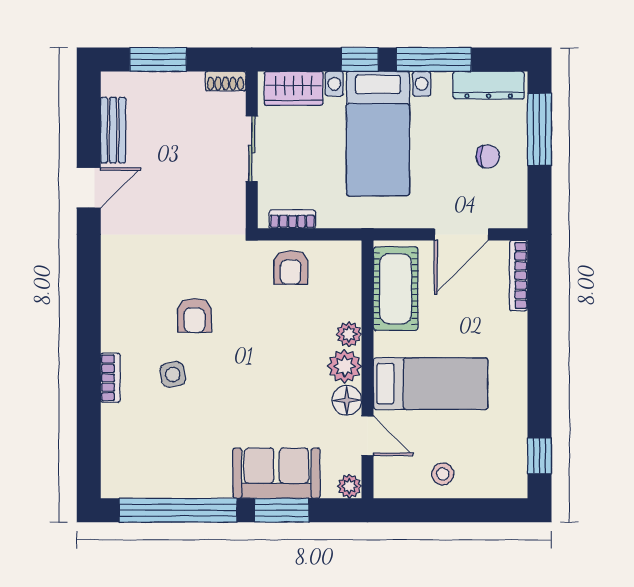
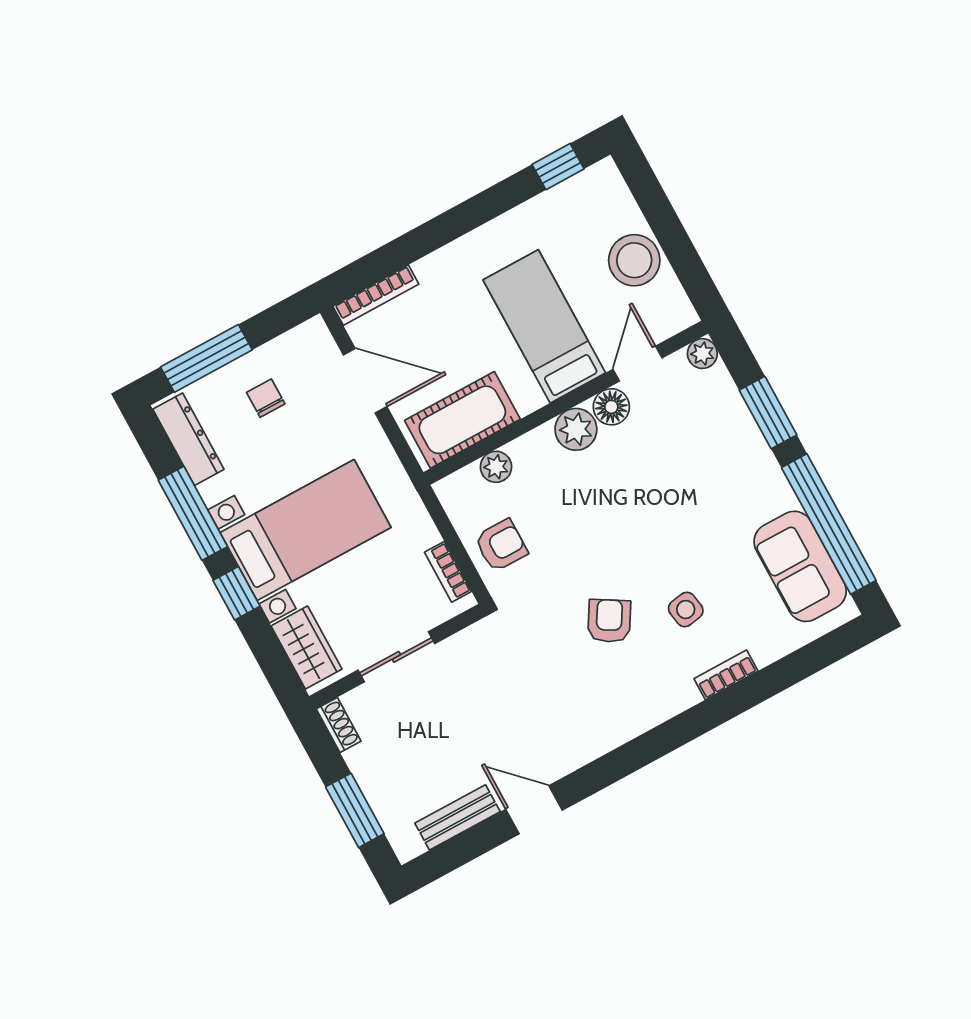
armchair: (195, 315) -> (609, 621), turned -59
plant: (349, 334) -> (496, 467), moved
sofa: (276, 473) -> (800, 566), moved
stool: (443, 474) -> (634, 260), width x1.89, depth x1.89

